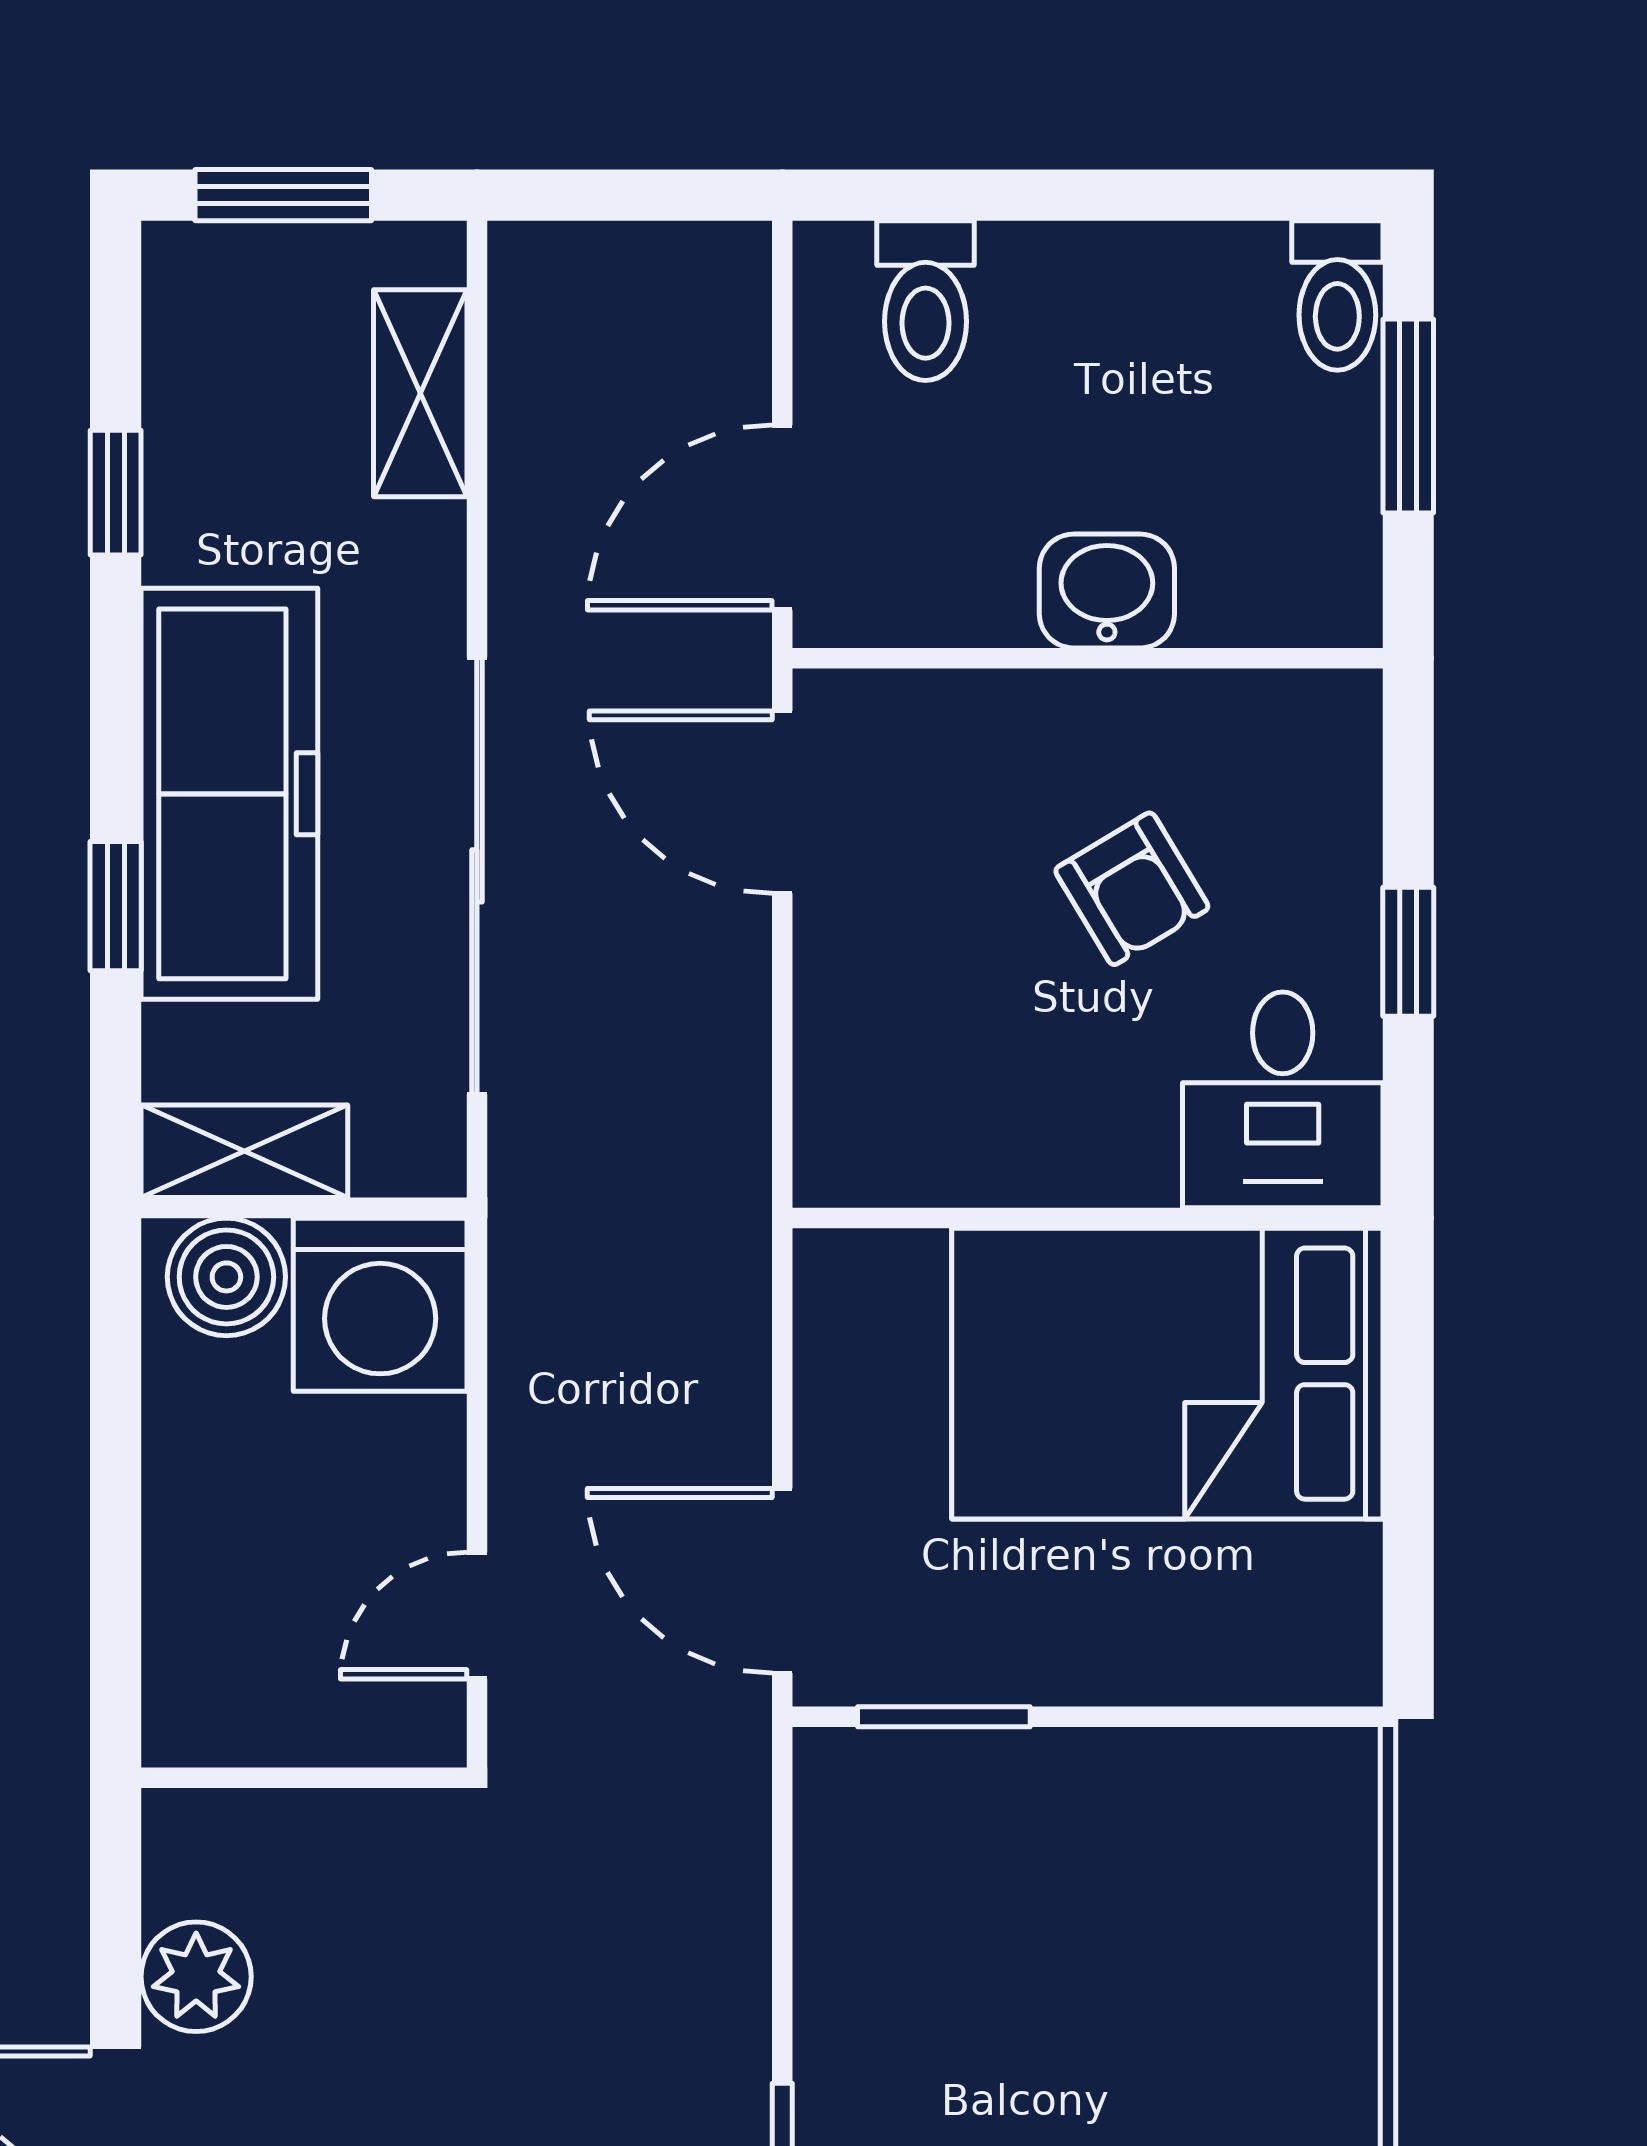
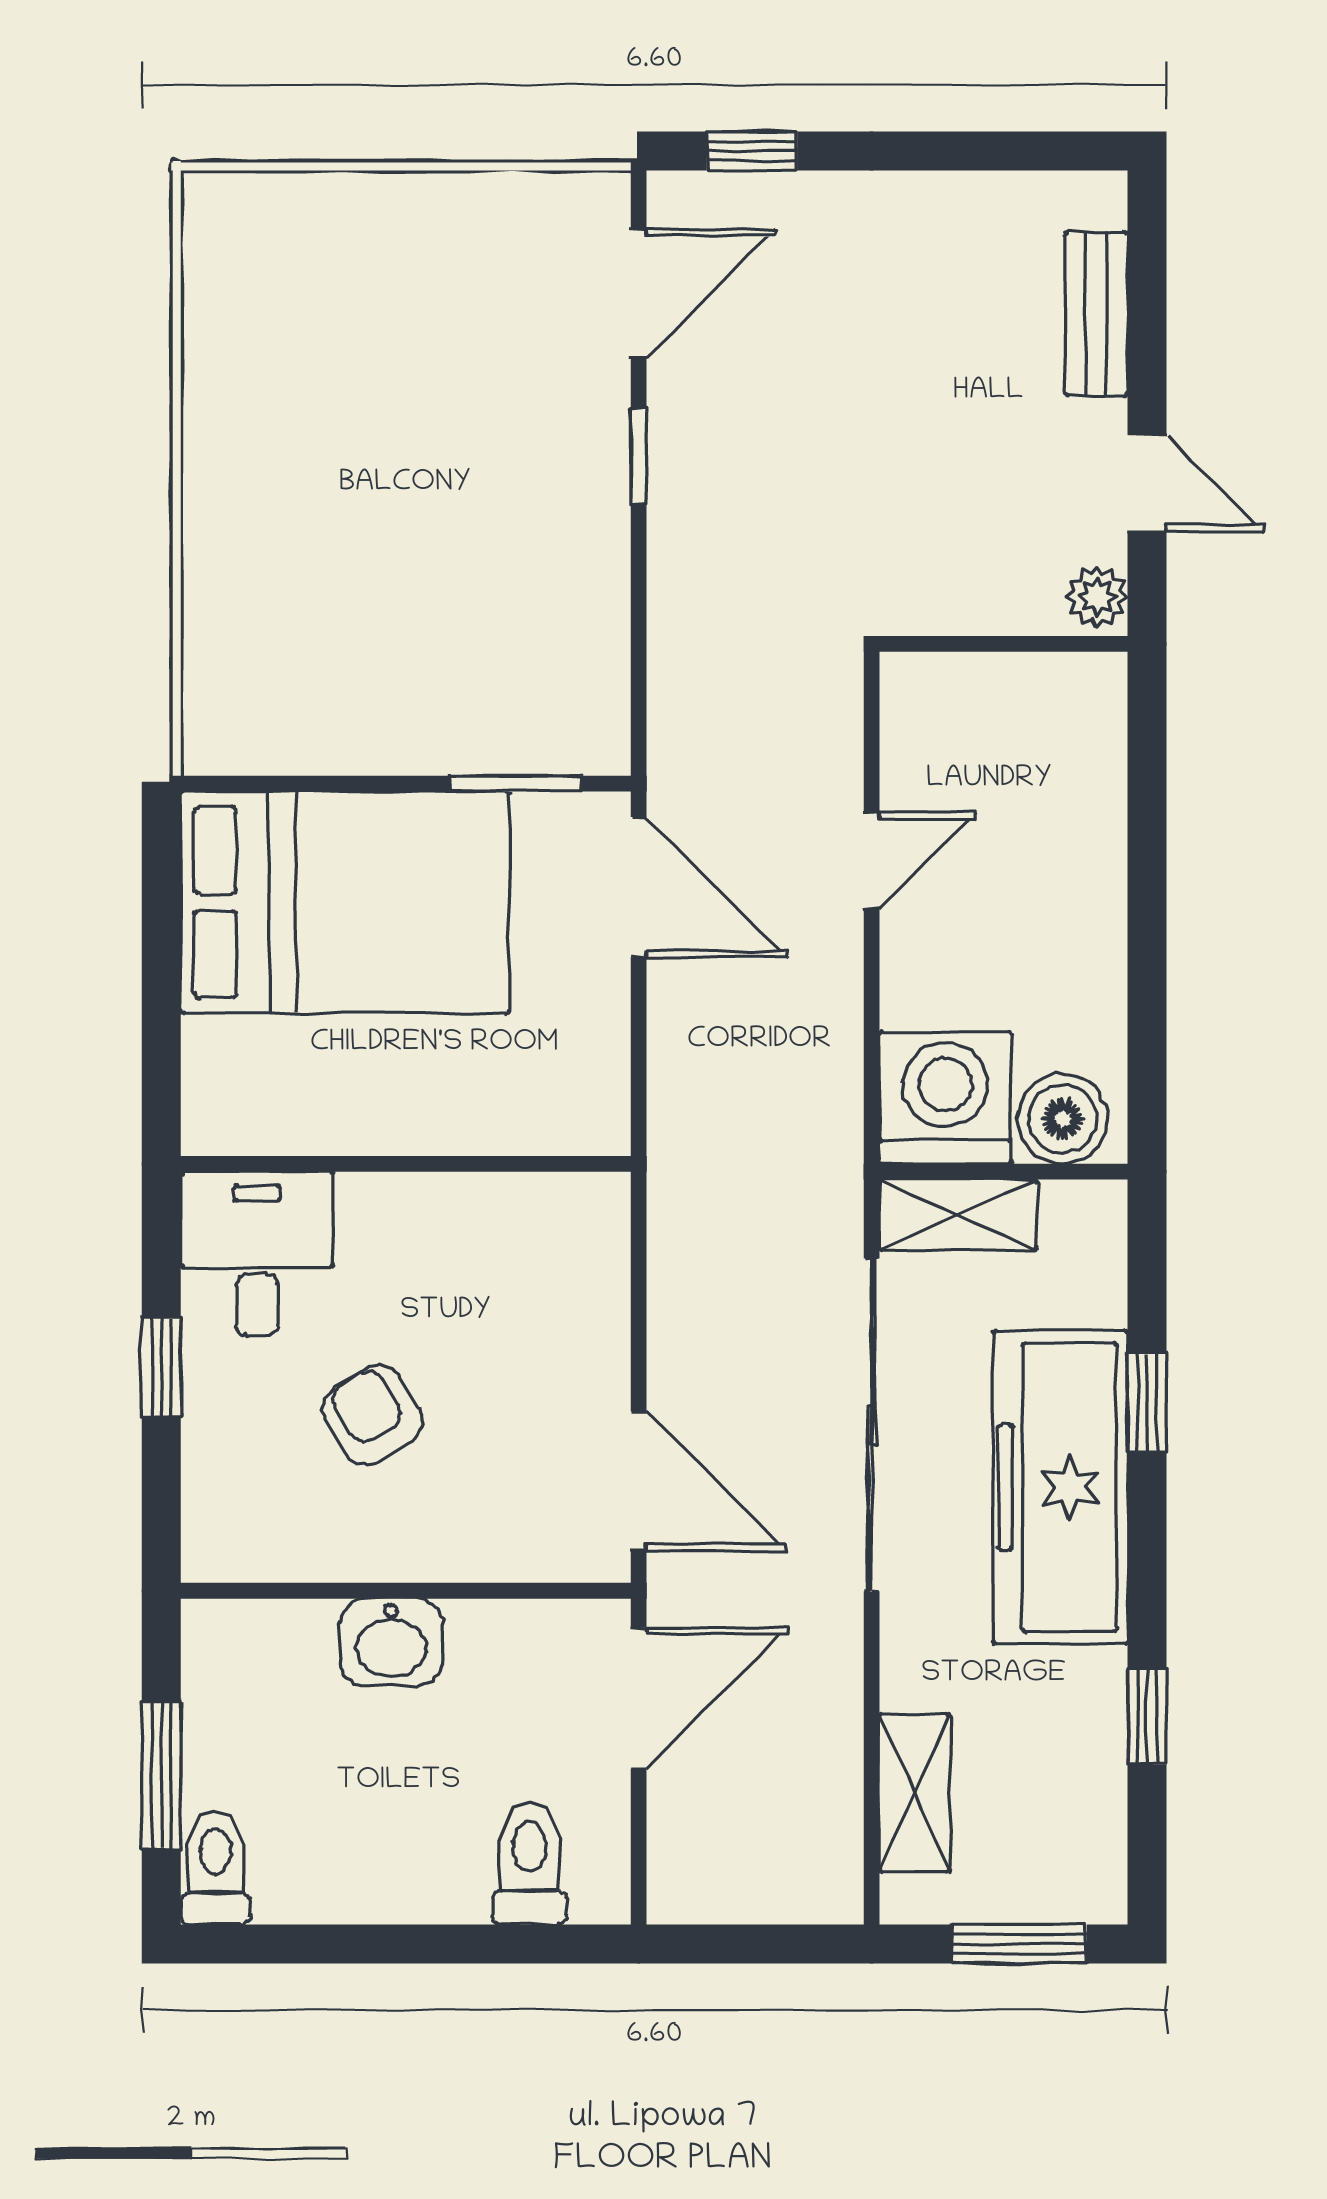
shelving: (244, 1151) -> (958, 1215), moved
bed: (1167, 1374) -> (345, 902), moved
wall: (304, 1778) -> (1003, 644), moved
plant: (196, 1977) -> (1097, 597), width x0.73, depth x0.73

